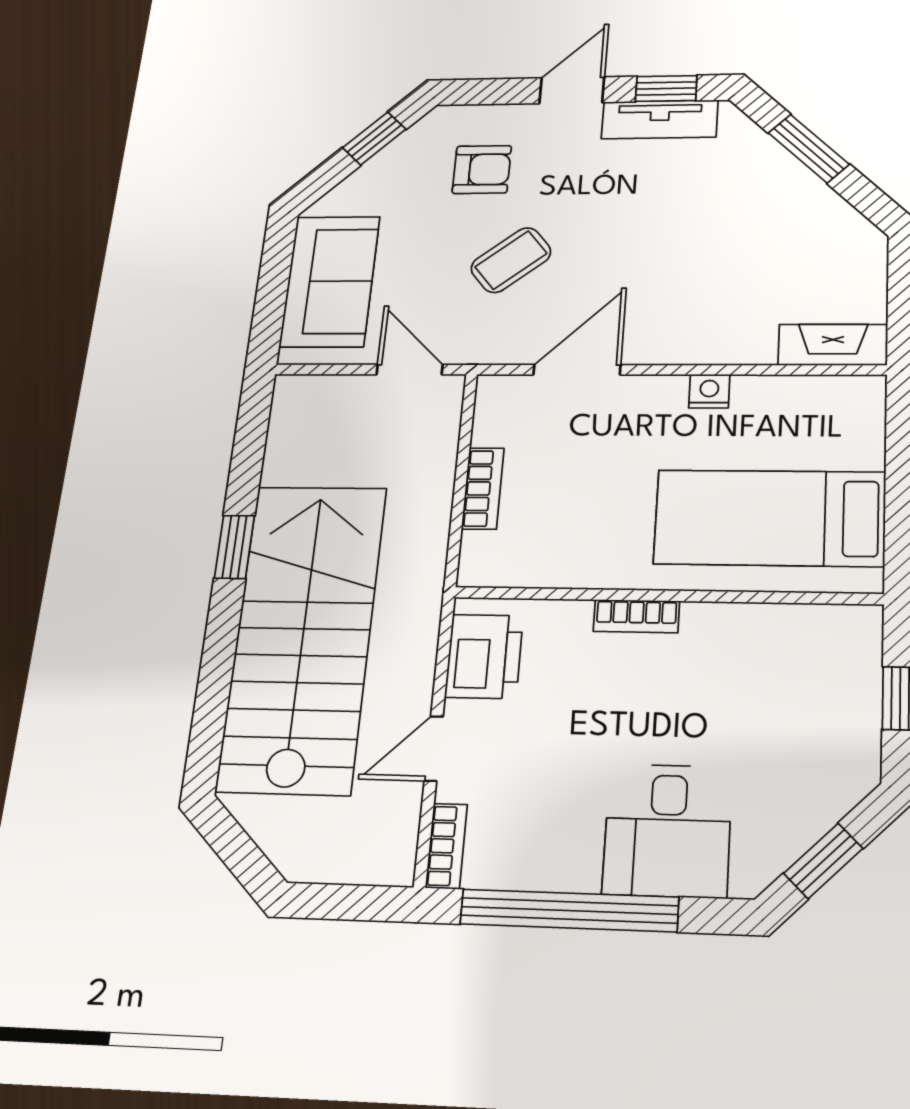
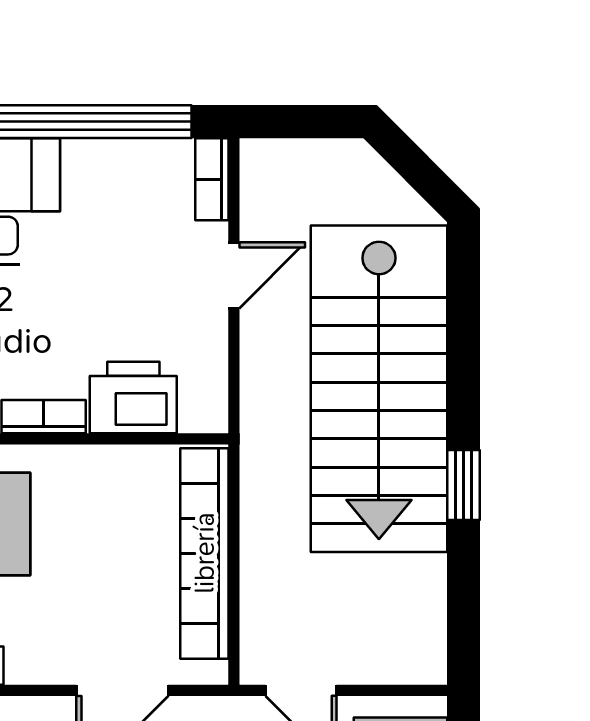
bookcase: (483, 488) -> (204, 553), width x2.31, depth x1.31
printer: (484, 656) -> (133, 397), moved, turned 90

